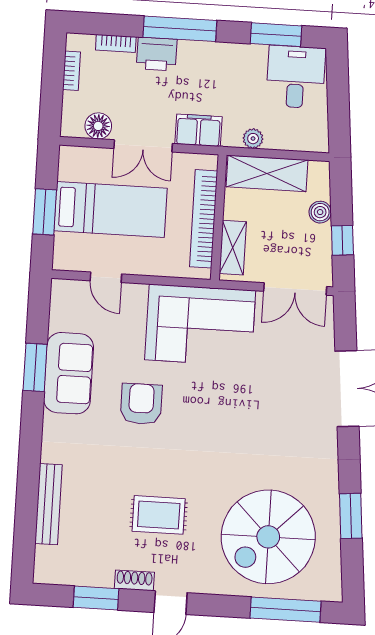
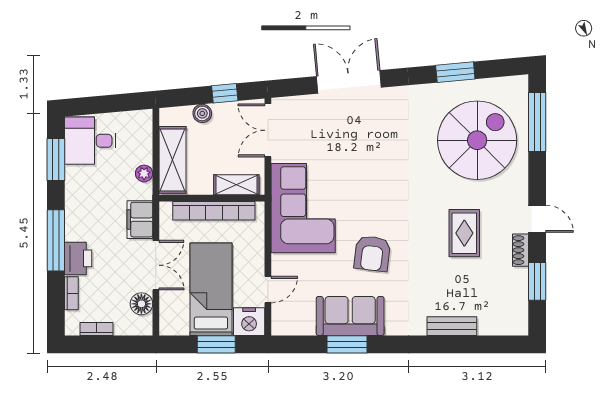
nightstand: (69, 253) -> (249, 322), added
double door: (295, 289) -> (268, 130), swing flipped
armchair: (141, 404) -> (372, 254), turned -83
bench: (48, 504) -> (452, 326), width x0.73
spiral stairs: (268, 537) -> (477, 140), turned -90

